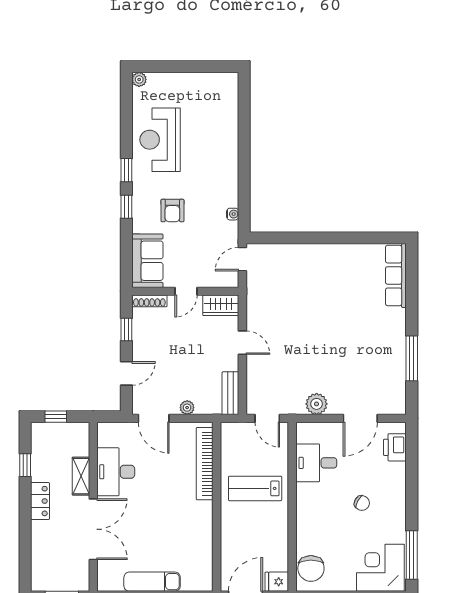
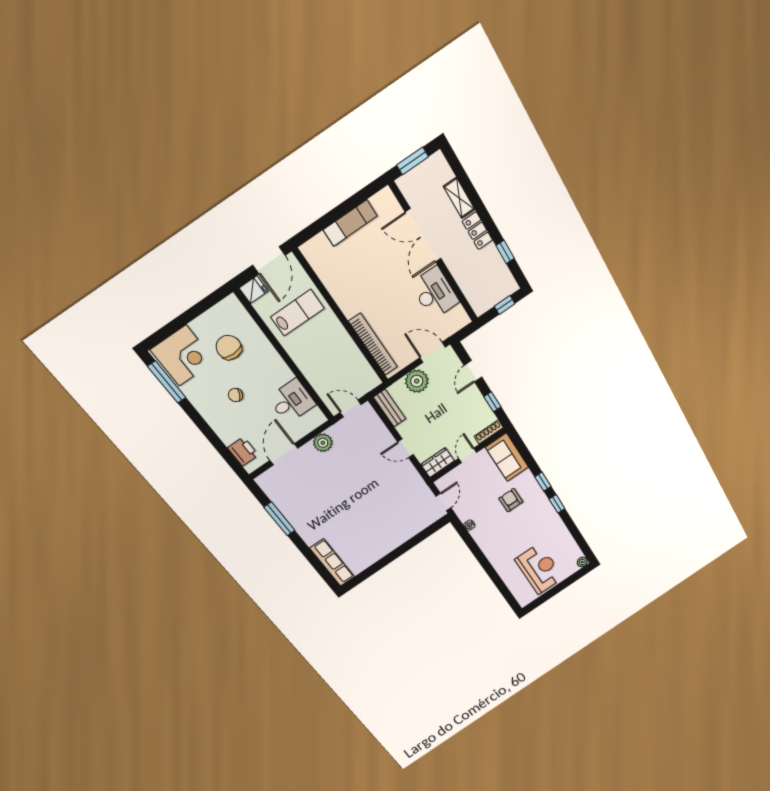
reception desk: (160, 140) -> (539, 569), moved
plant: (187, 408) -> (417, 381), width x1.88, depth x1.88
shelving: (81, 476) -> (459, 198), moved
lab bench: (255, 488) -> (297, 313), moved
chair: (311, 568) -> (229, 347), moved

